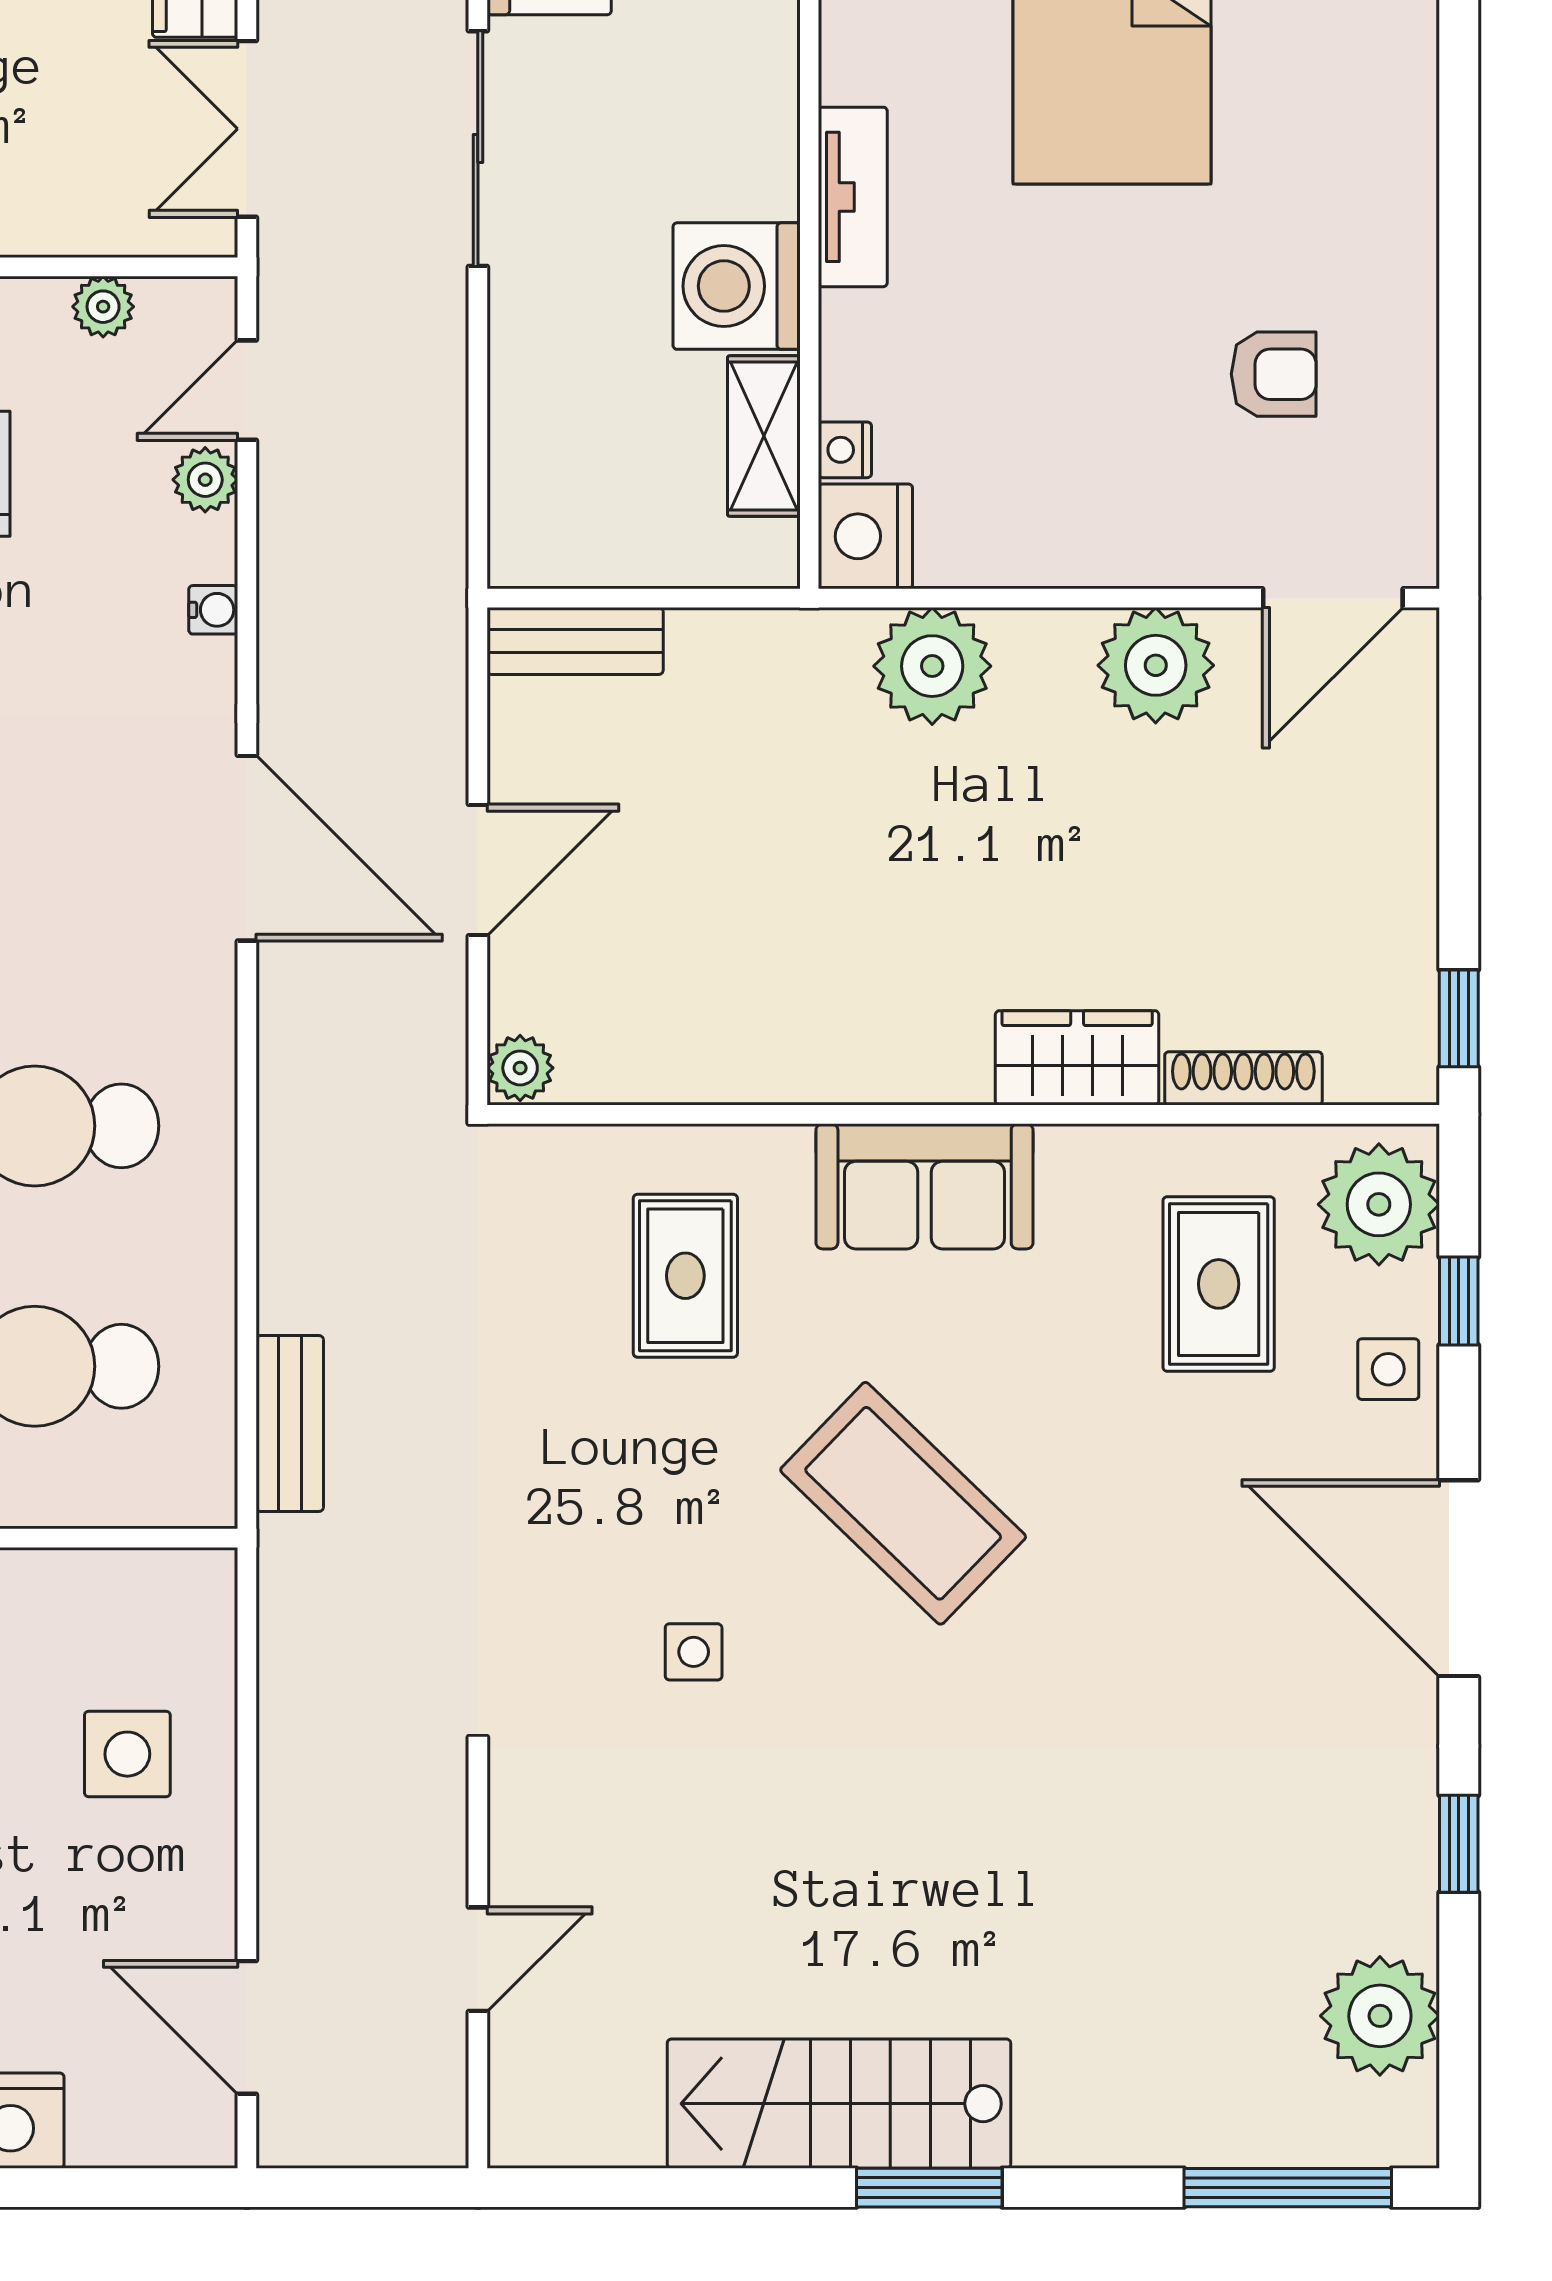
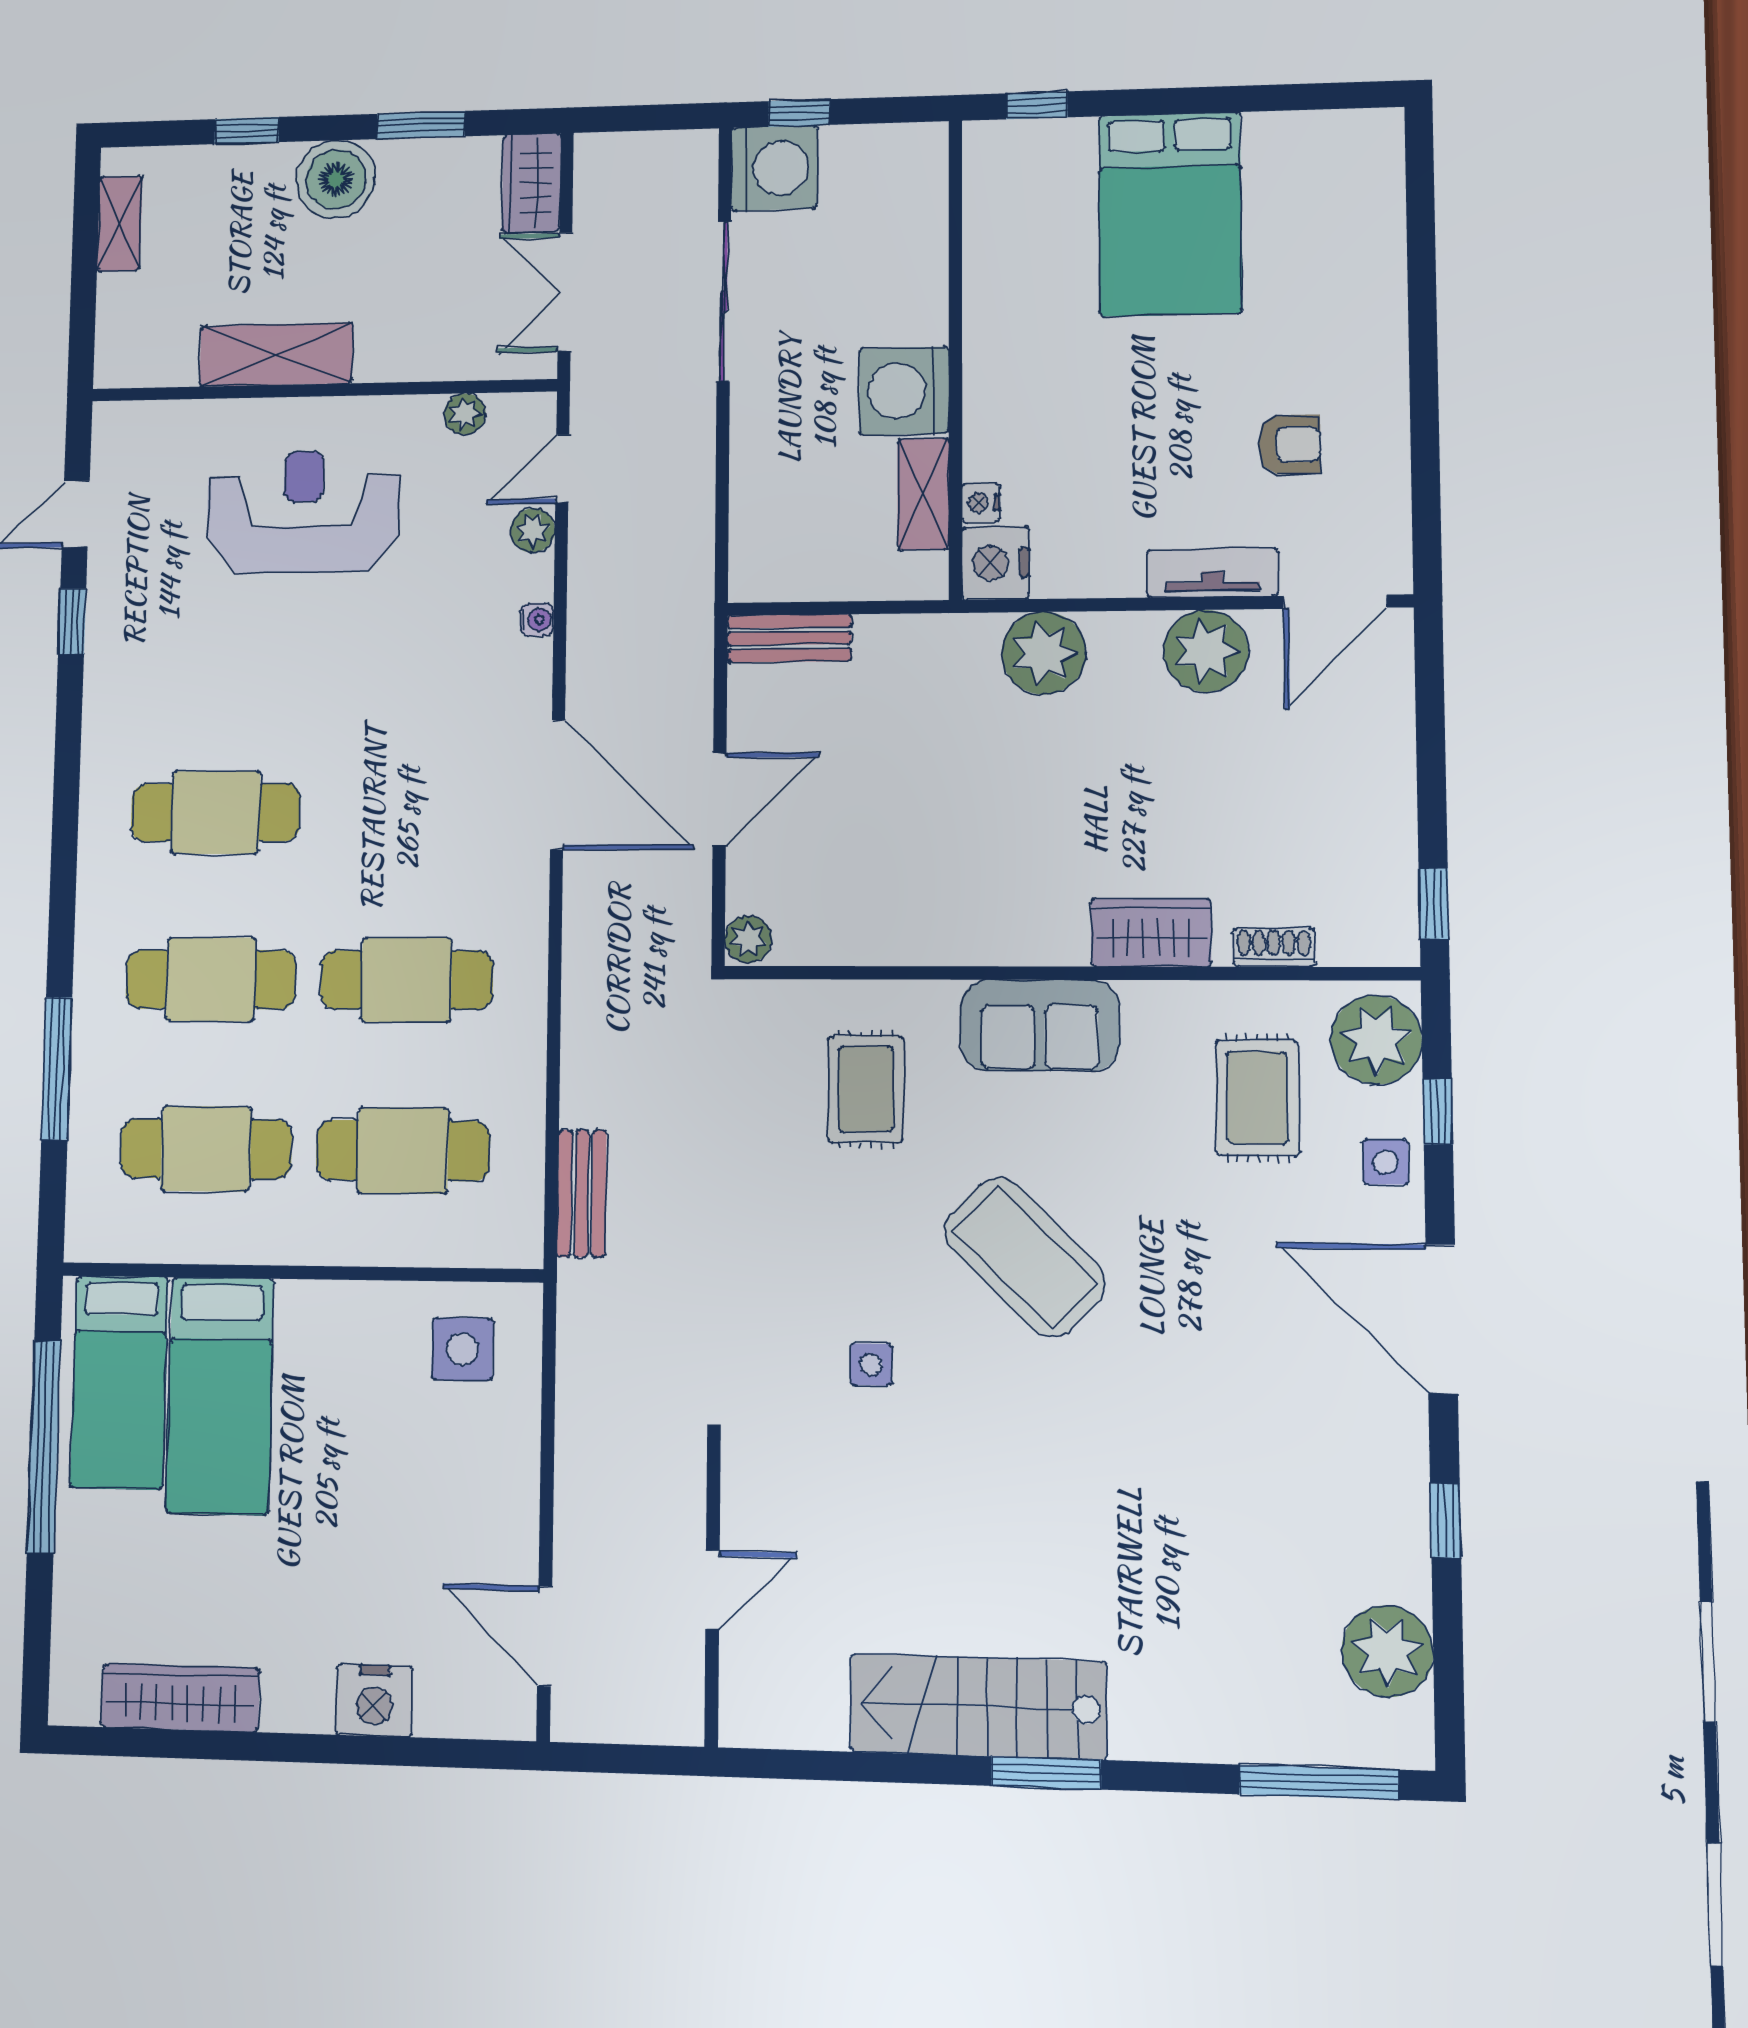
tv unit: (853, 197) -> (1212, 573), moved, turned -90
shoe rack: (1243, 1078) -> (1274, 947), width x0.70
side table: (127, 1754) -> (462, 1349), moved

